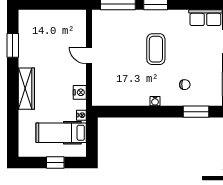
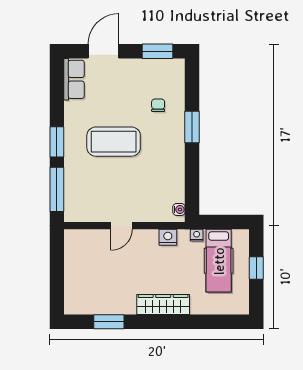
coffee table: (156, 49) -> (114, 142), width x1.36, depth x1.32
water cooler: (155, 101) -> (179, 209), moved
window: (196, 112) -> (192, 127), moved

